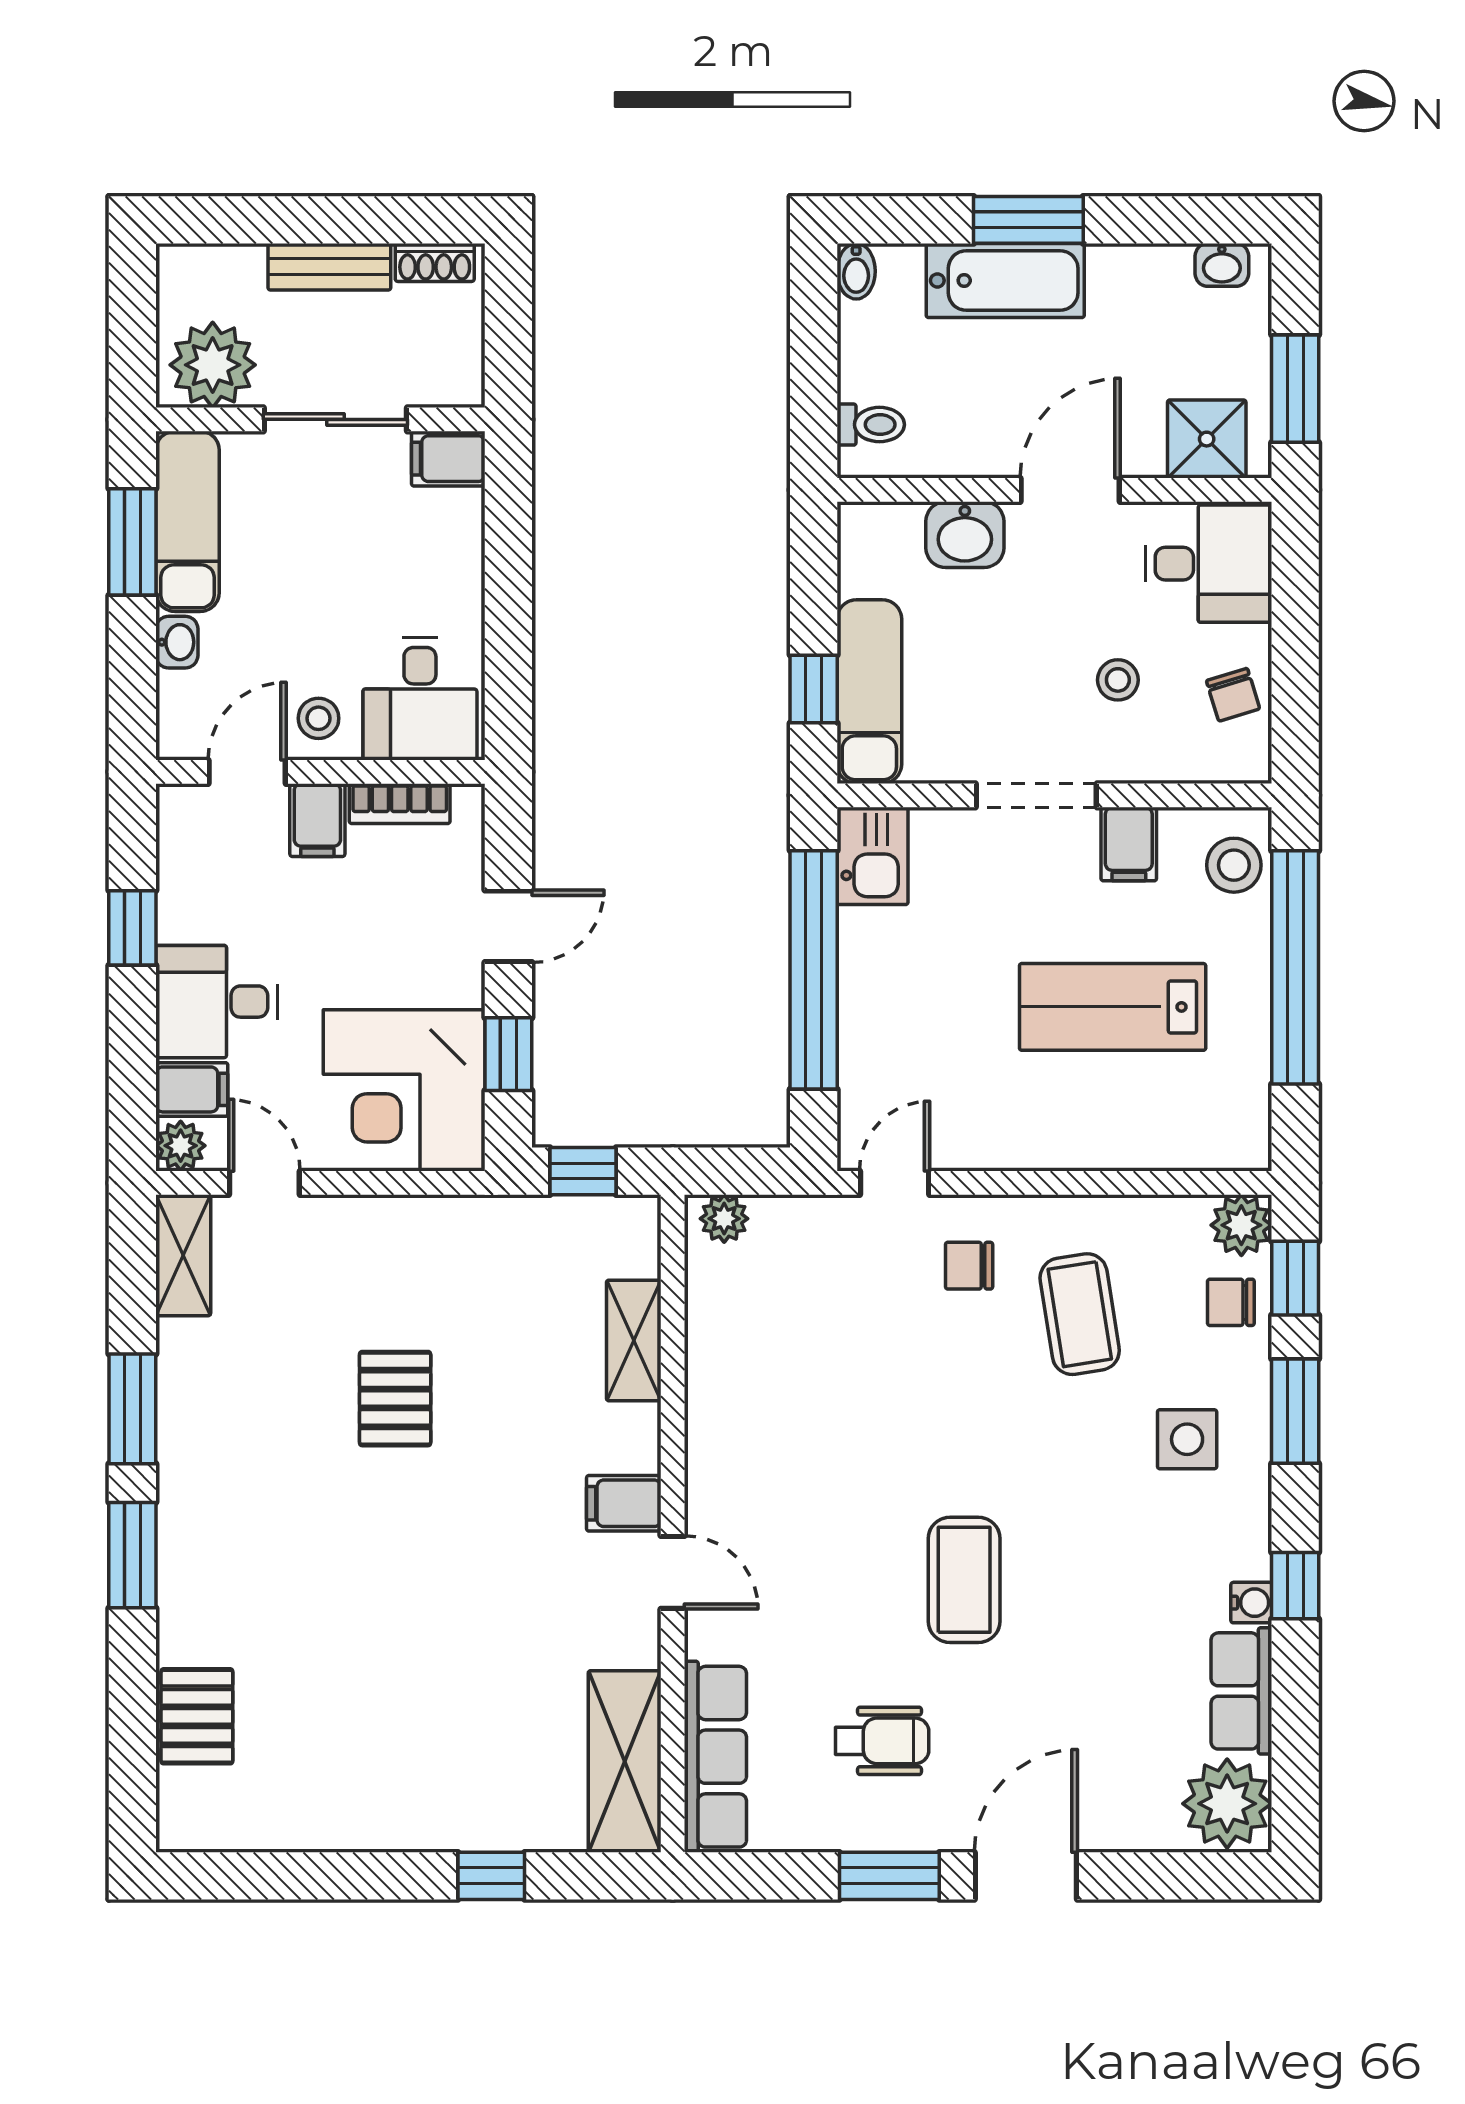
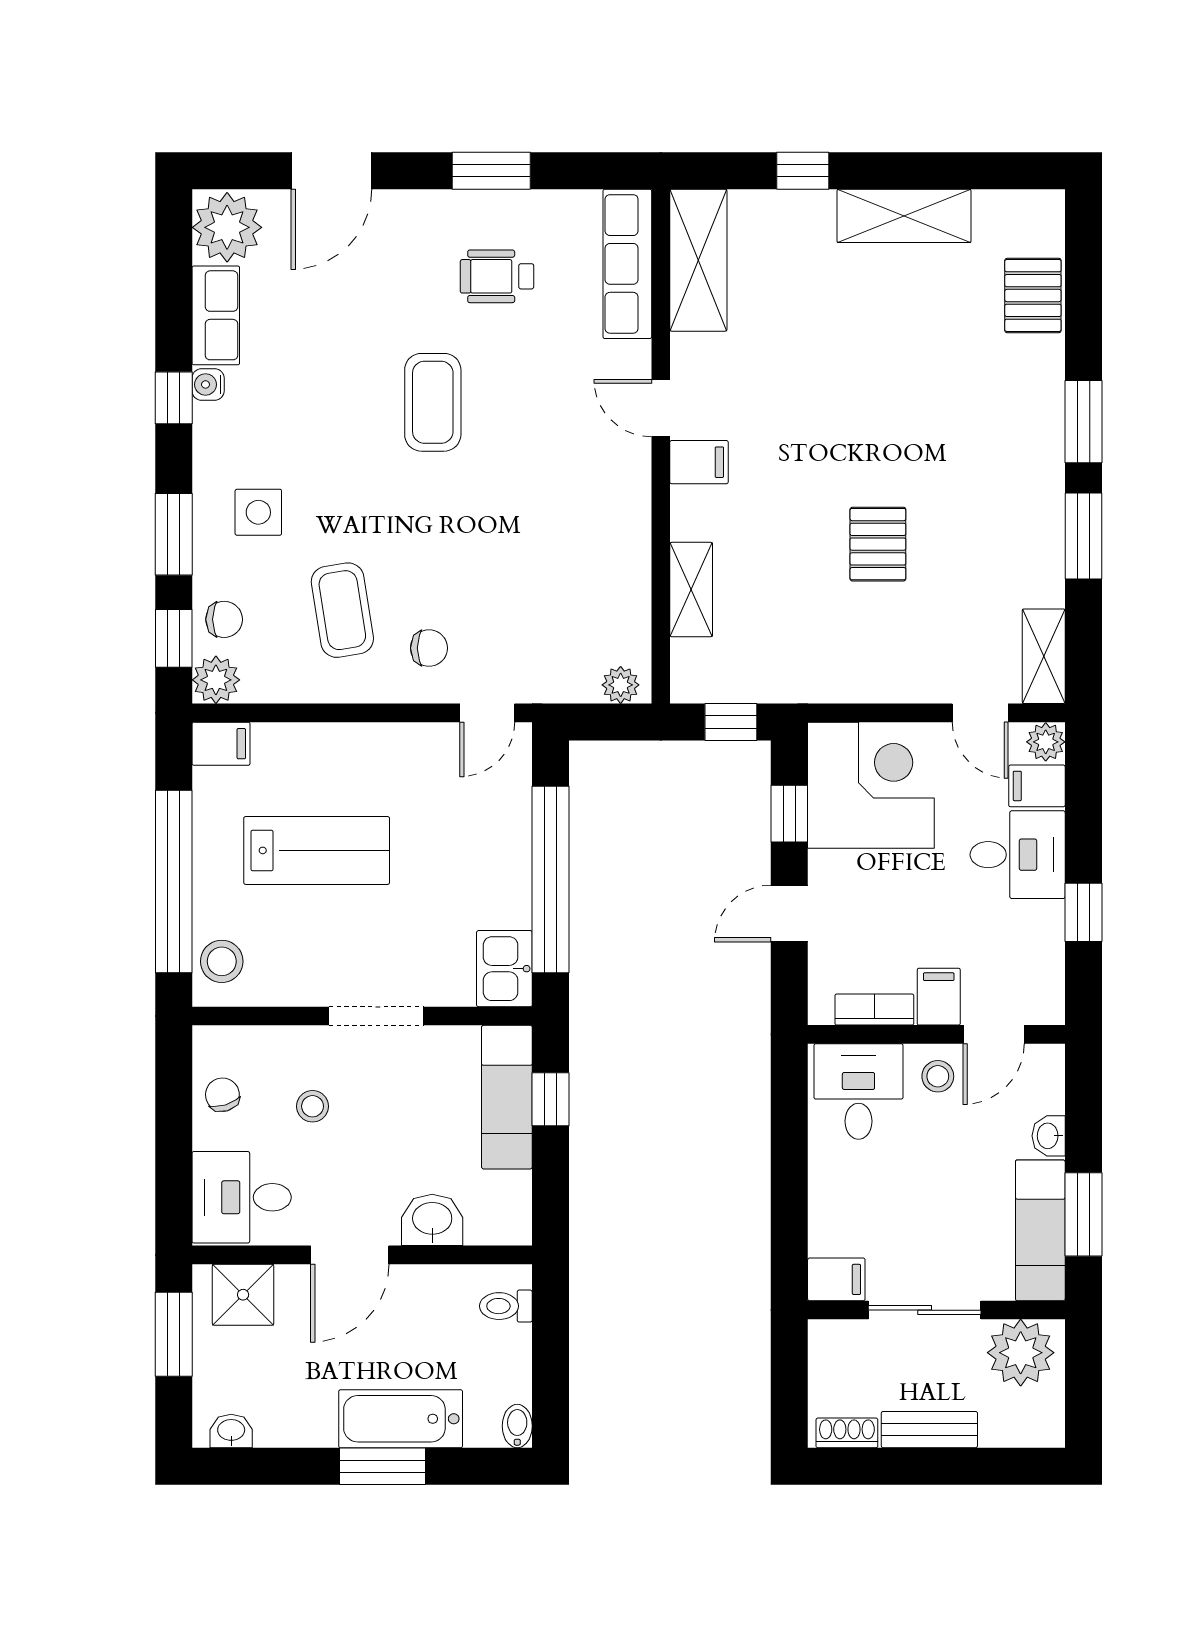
filing cabinet: (1129, 844) -> (221, 744), moved, turned 90
shelving: (362, 1818) -> (904, 216), added
door: (1026, 1876) -> (331, 171), moved

